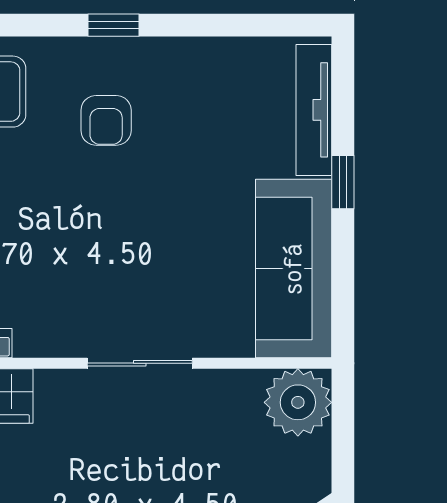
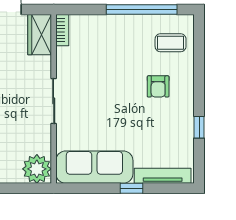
window: (113, 25) -> (199, 127), moved
armchair: (106, 120) -> (158, 86), turned -90

